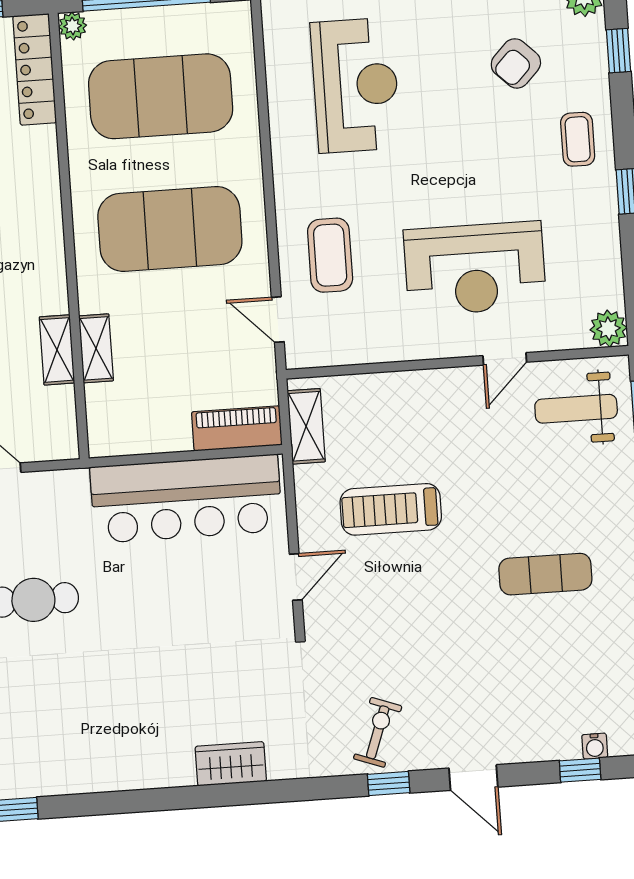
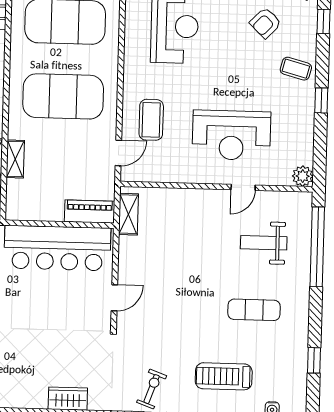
coffee table: (578, 139) -> (296, 69), turned -75
door: (278, 320) -> (118, 153), swing flipped
weight bench: (576, 409) -> (264, 243), moved
treadmill: (391, 509) -> (224, 376), moved

